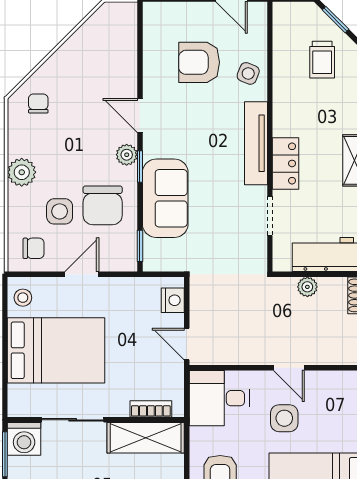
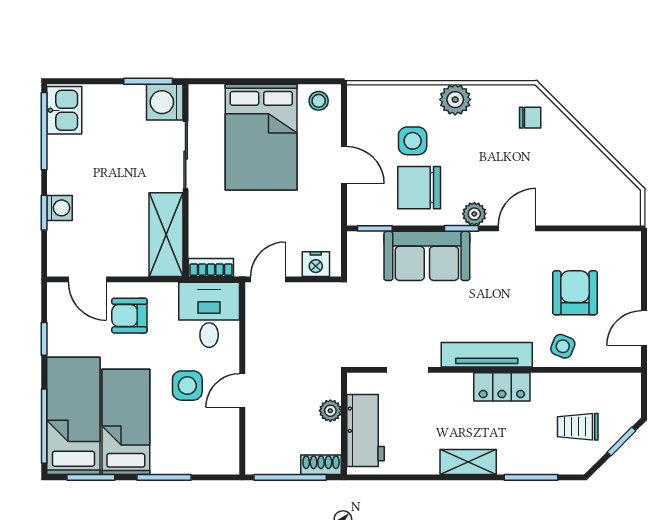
locker: (285, 163) -> (502, 387), moved
chair: (34, 248) -> (372, 112), removed
bookcase: (151, 409) -> (211, 267), moved, turned -90

